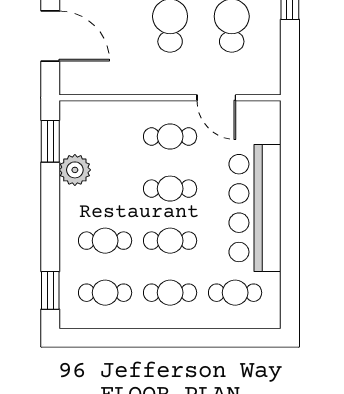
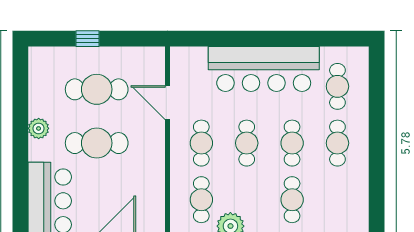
door: (216, 98) -> (167, 103), swing flipped
cafe table: (105, 293) -> (201, 200), moved

